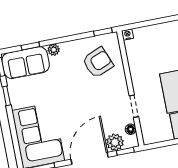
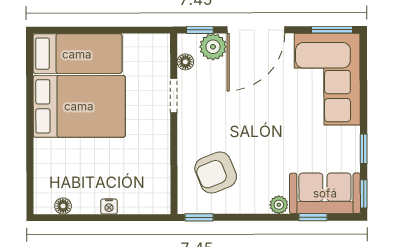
nightstand: (128, 34) -> (109, 206), moved

